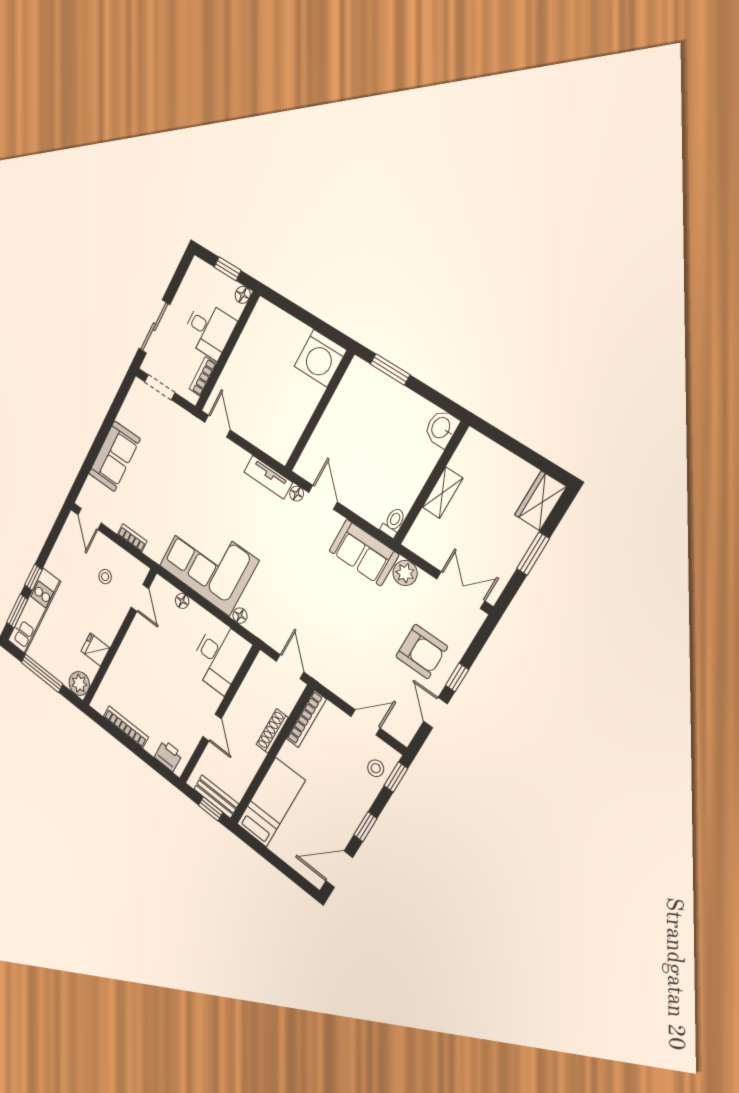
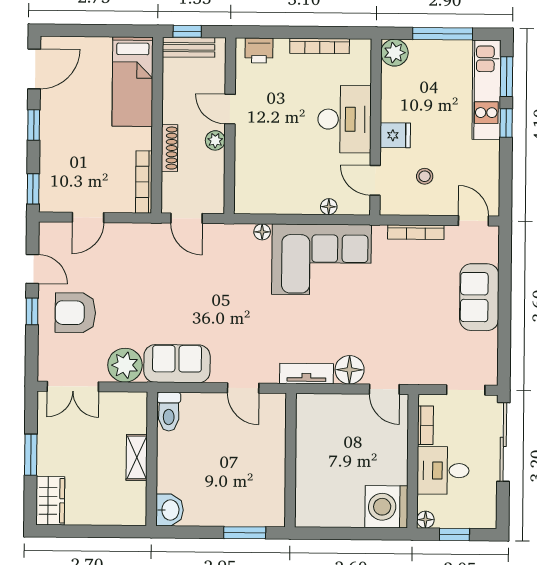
sliding door: (154, 327) -> (503, 442), width x1.37
washing machine: (320, 358) -> (386, 507), moved, turned -90
floor lamp: (297, 494) -> (350, 370), moved, width x1.89, depth x1.89
toilet: (393, 522) -> (169, 412), width x1.37, depth x1.39
bookcase: (132, 538) -> (416, 232), width x1.56
plant: (405, 573) -> (125, 365), width x1.36, depth x1.36
fridge: (95, 649) -> (395, 135), moved
desk: (220, 657) -> (345, 119), moved, turned 180
plant: (236, 712) -> (215, 140), added
stool: (376, 768) -> (55, 184), removed

